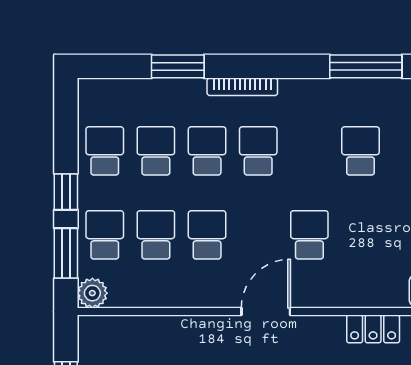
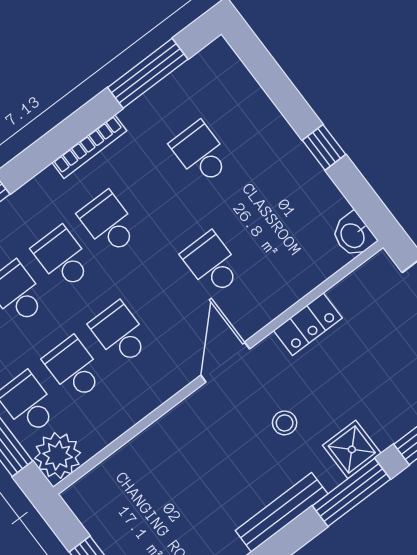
bookcase: (242, 87) -> (89, 147), moved
plant: (92, 293) -> (58, 455), width x1.36, depth x1.36
locker: (373, 329) -> (308, 324), moved

